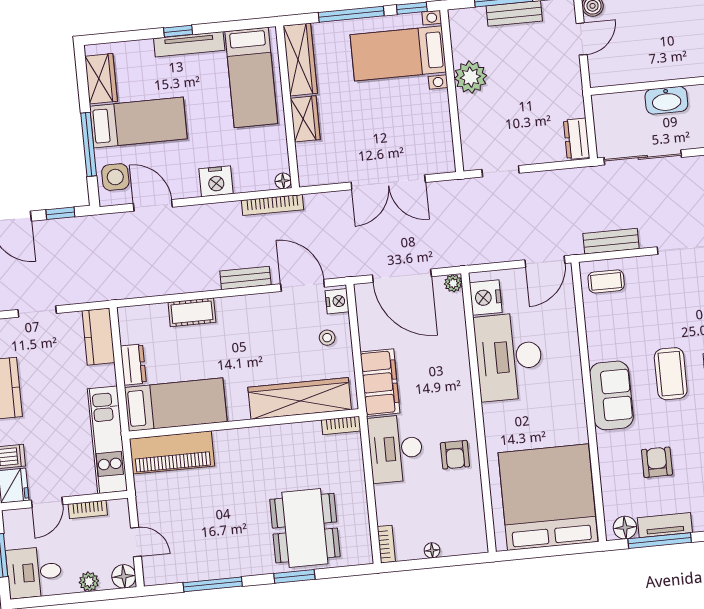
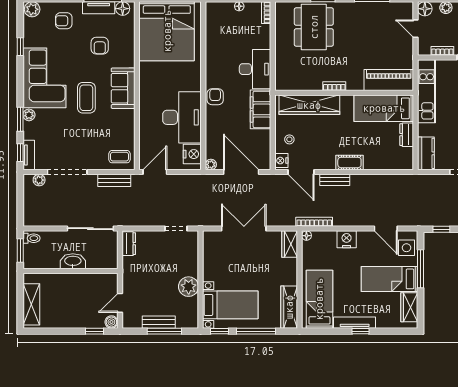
wardrobe: (305, 119) -> (290, 244), moved
cot: (192, 312) -> (349, 162), moved
bookcase: (341, 425) -> (334, 86), moved
armchair: (455, 455) -> (215, 97), moved

